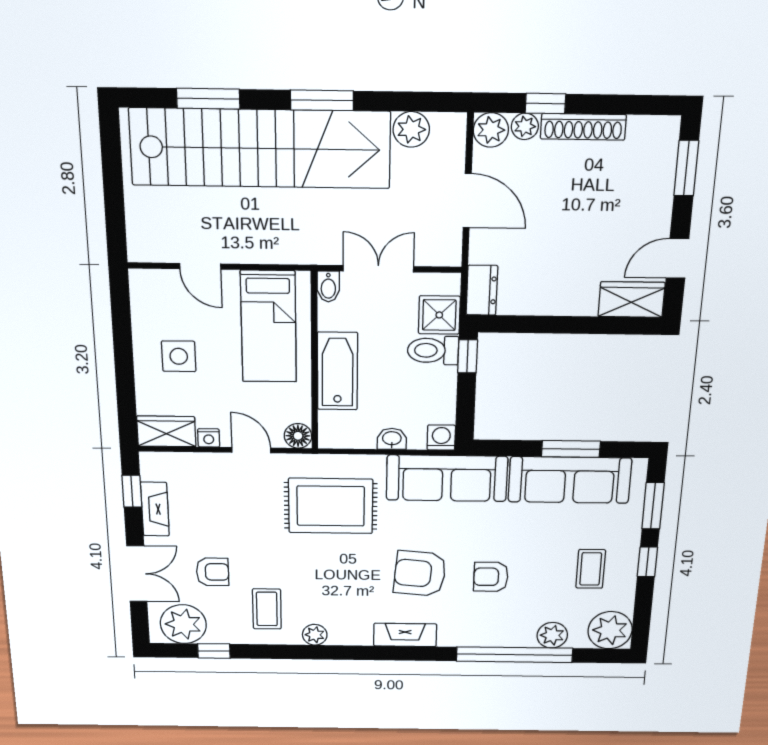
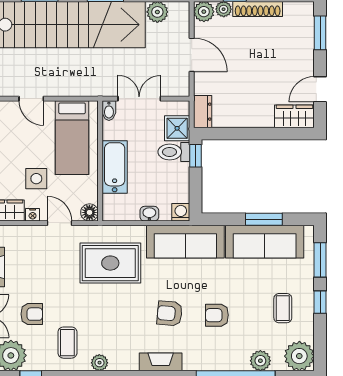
side table: (179, 356) -> (36, 179), moved
armchair: (420, 574) -> (170, 313), width x0.72, depth x0.72

